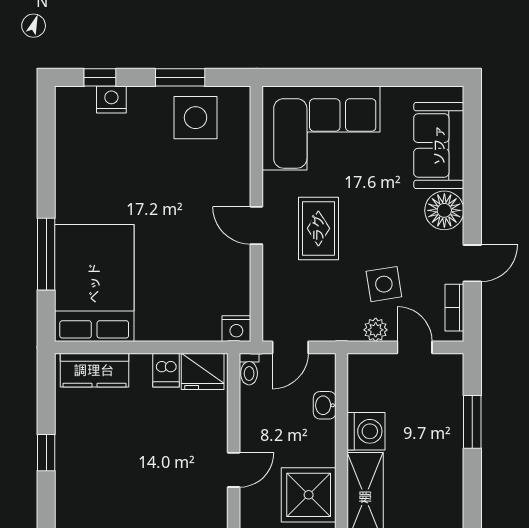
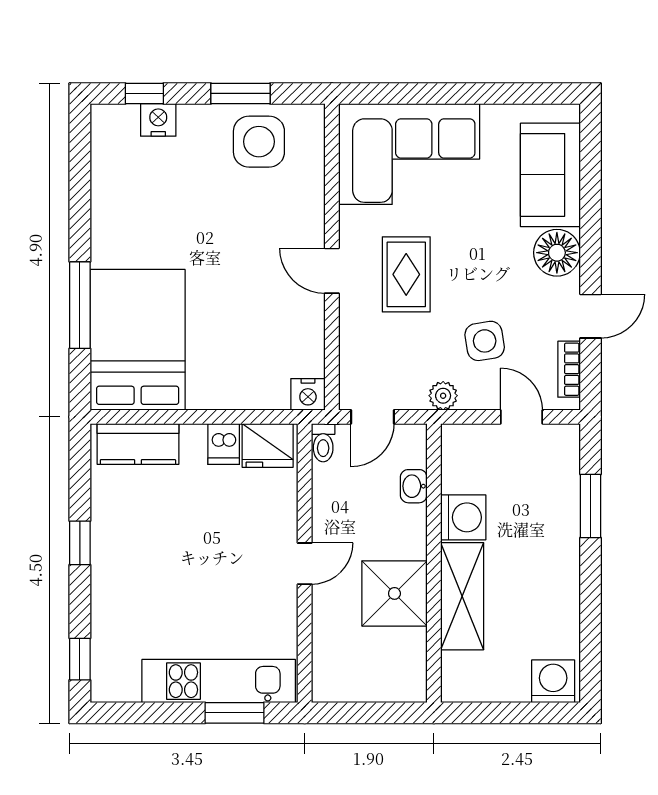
plant: (376, 330) -> (443, 396), moved

